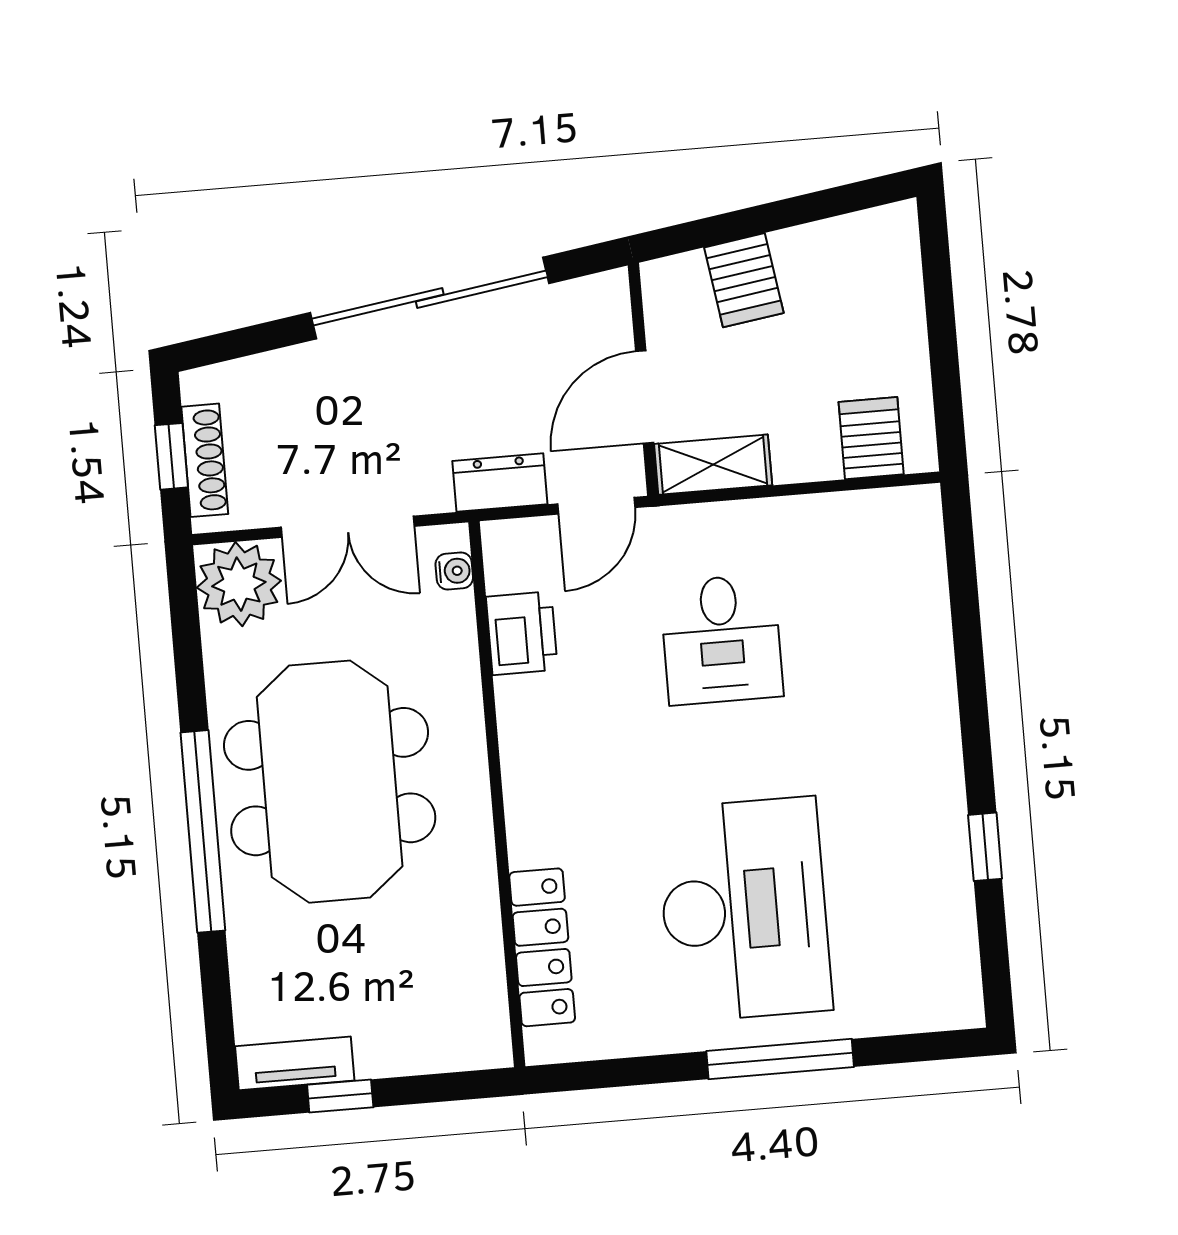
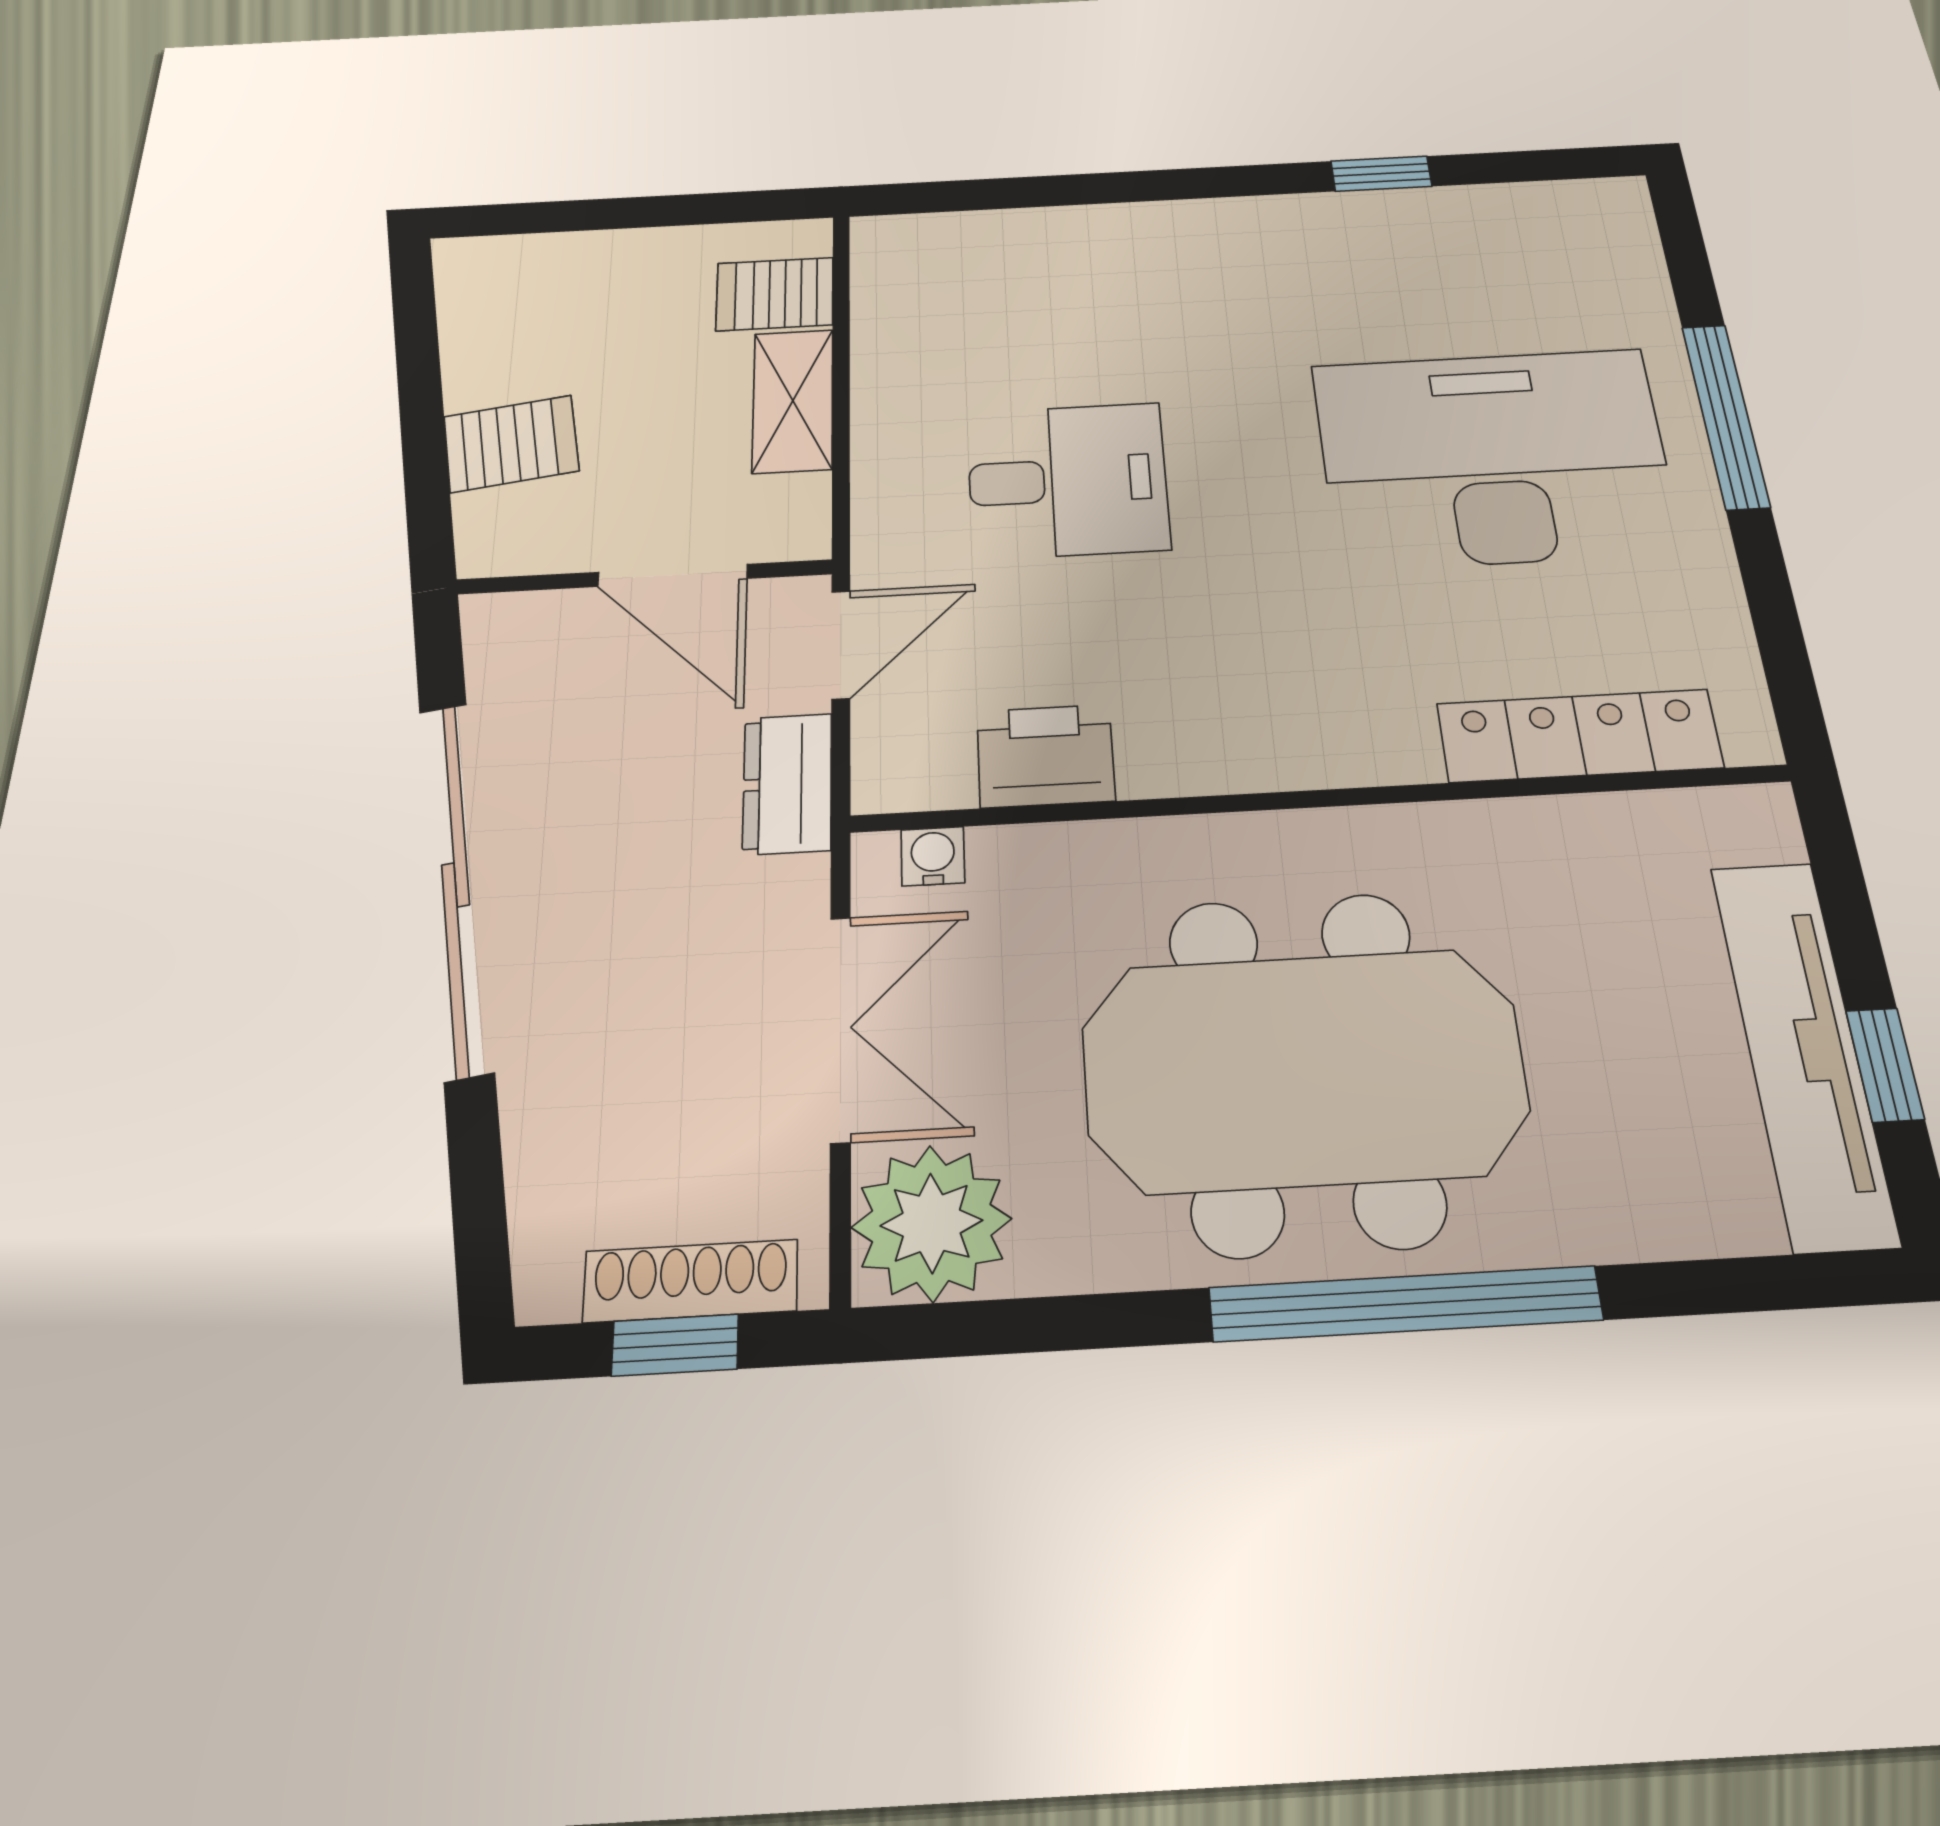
shelving: (713, 465) -> (793, 401), moved
door: (596, 506) -> (841, 645), hinge flipped
tv unit: (295, 1063) -> (1802, 1051), width x1.92, depth x1.29

